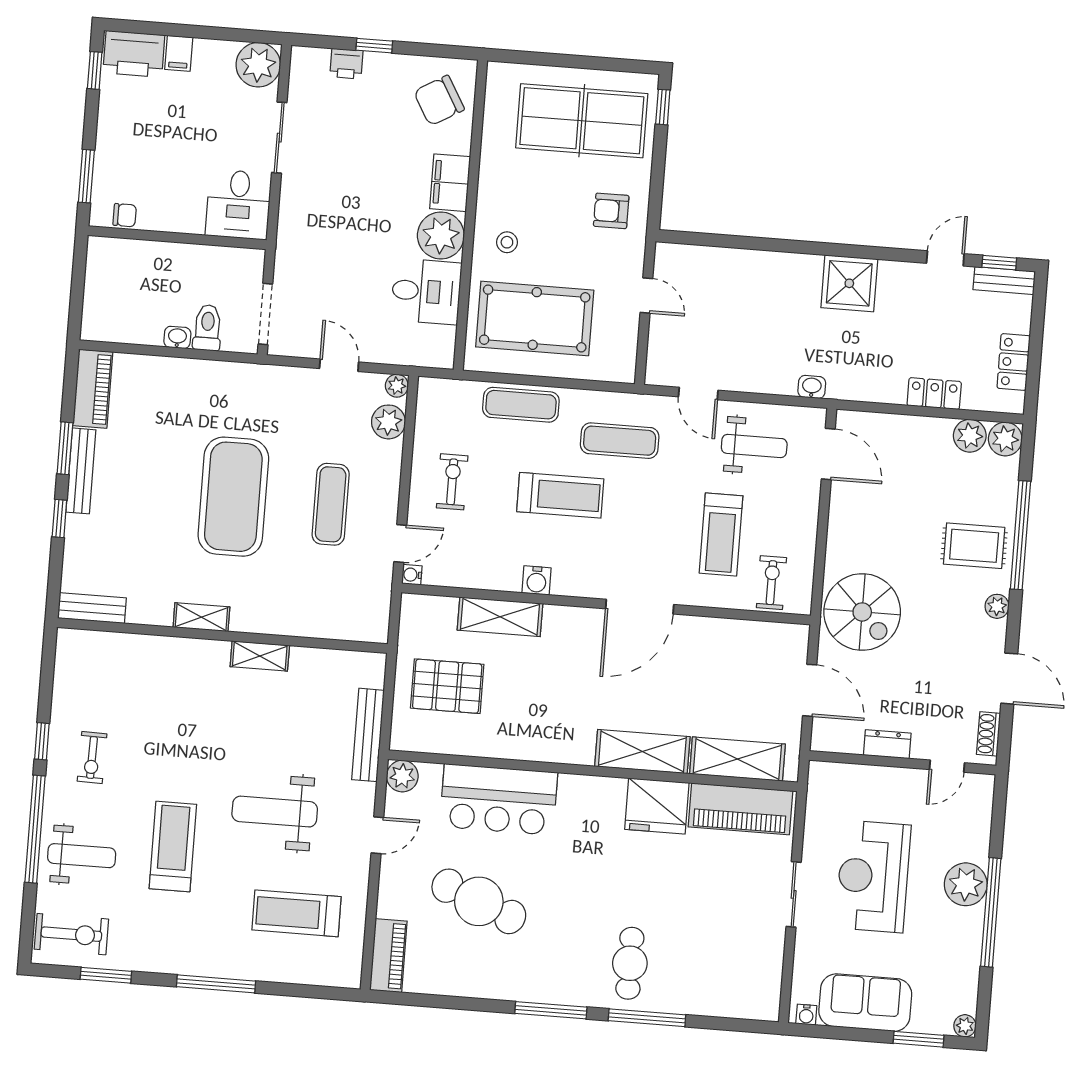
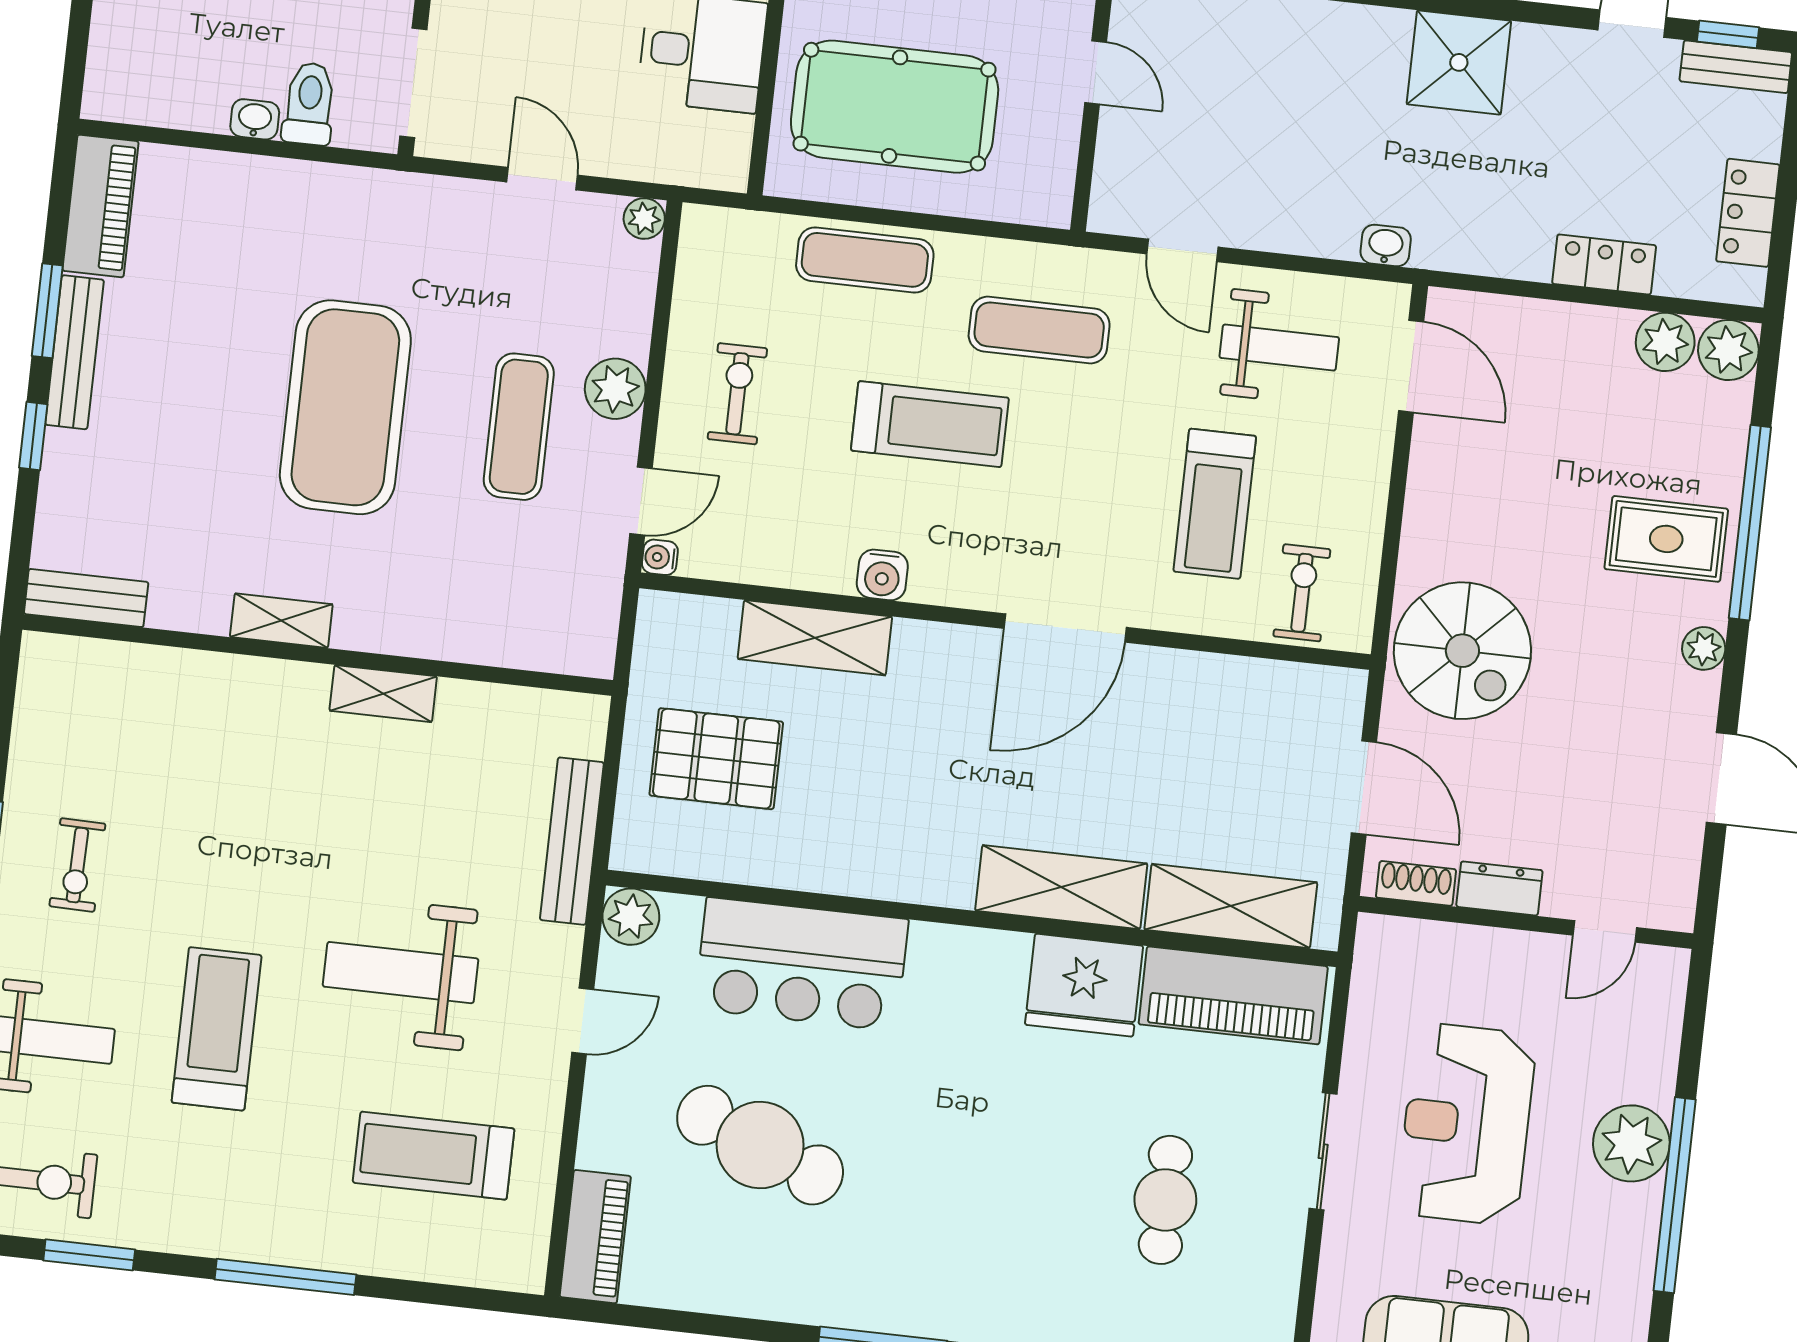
plant: (388, 422) -> (615, 389), moved
shoe rack: (989, 734) -> (1416, 883), moved, turned 90
cafe table: (630, 963) -> (1165, 1200), moved

